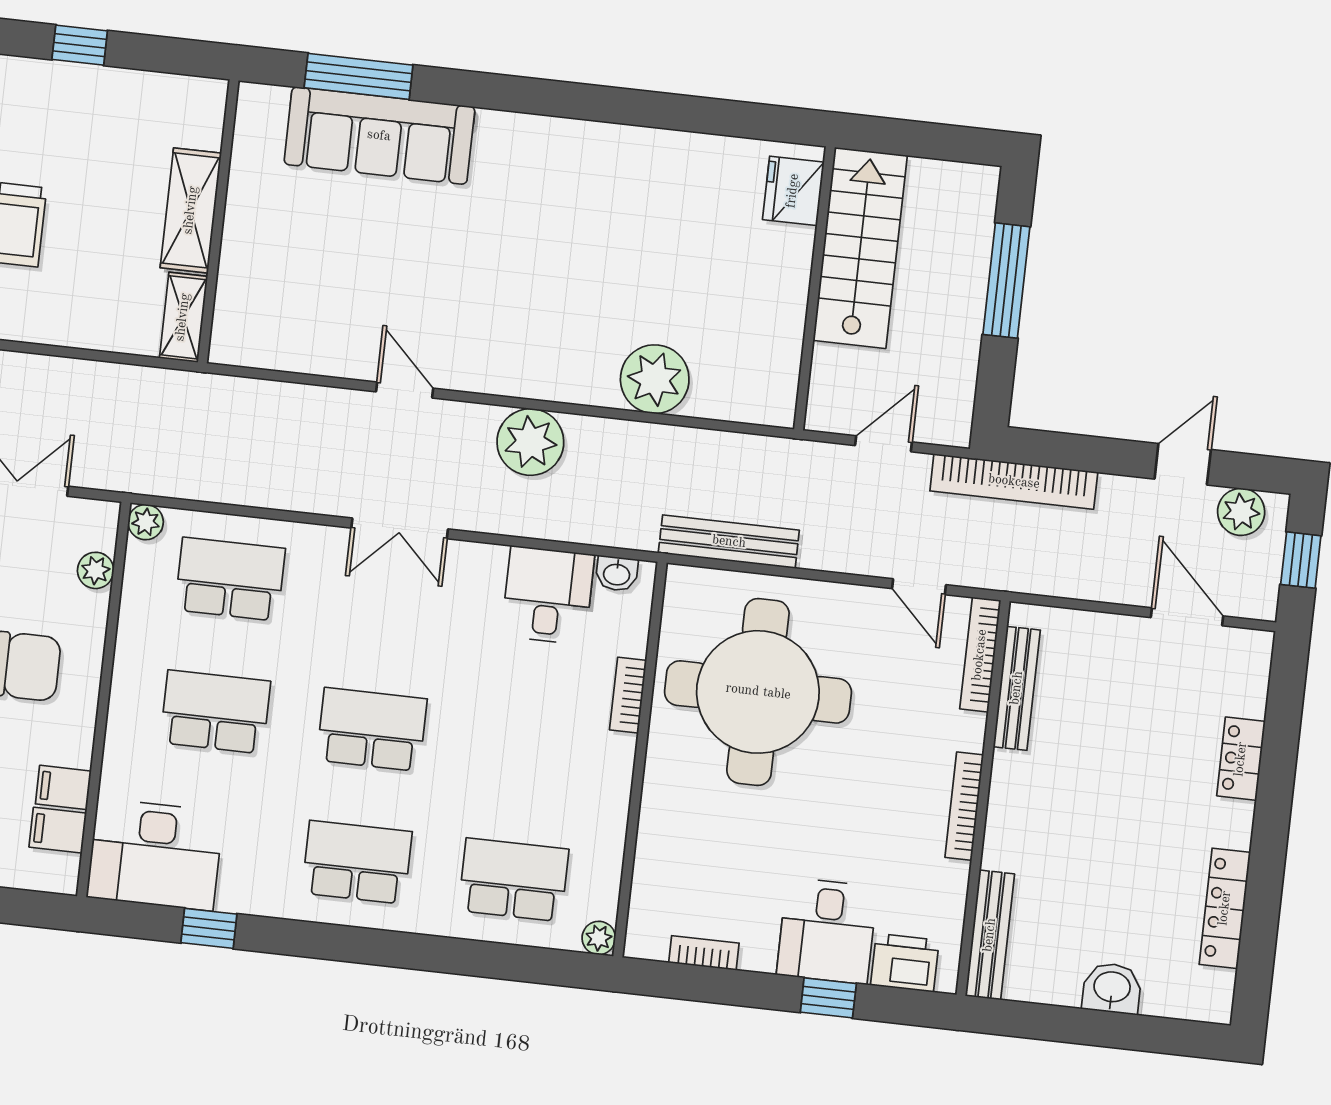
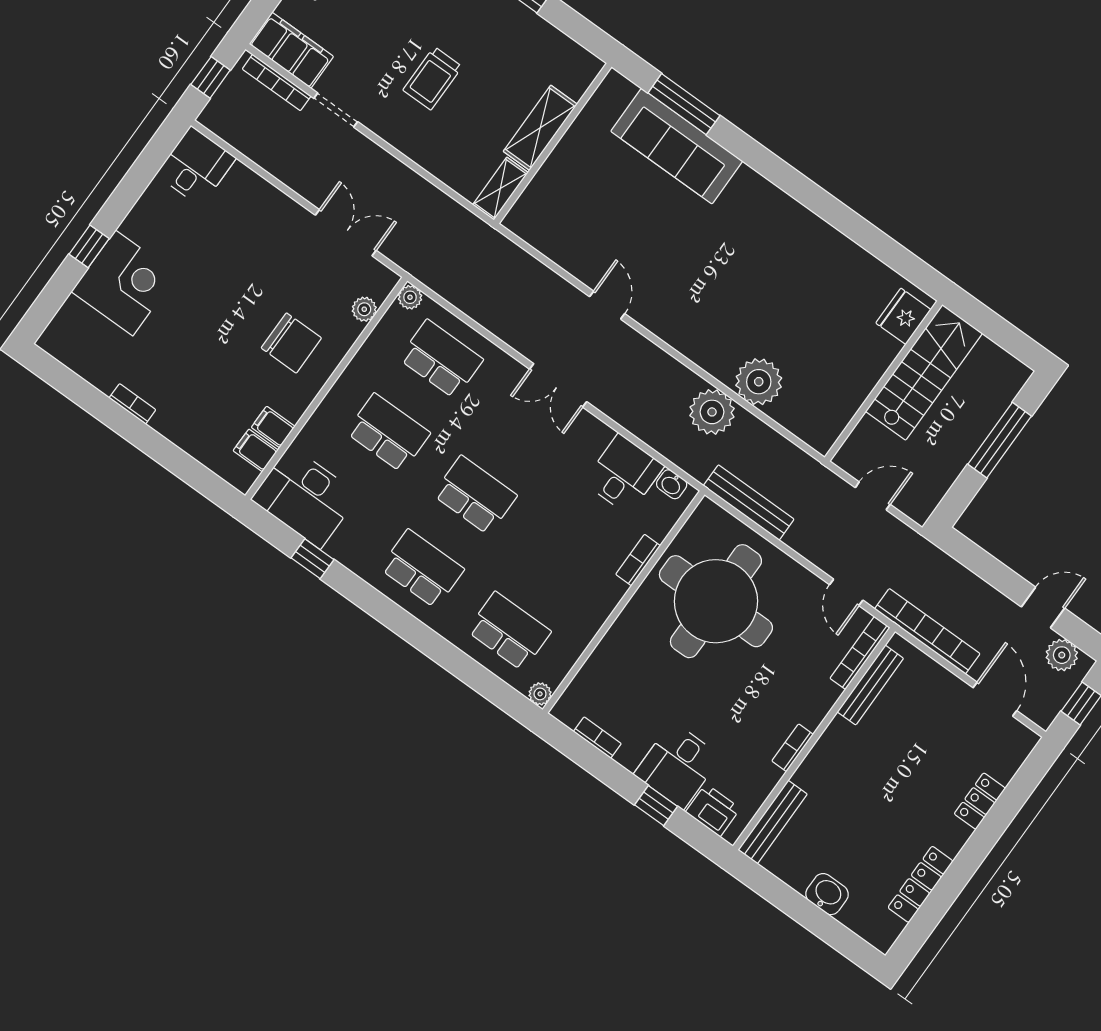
plant: (530, 442) -> (712, 412), moved
bookcase: (1014, 482) -> (927, 631), moved, turned 180
bookcase: (964, 806) -> (793, 748), width x0.64

